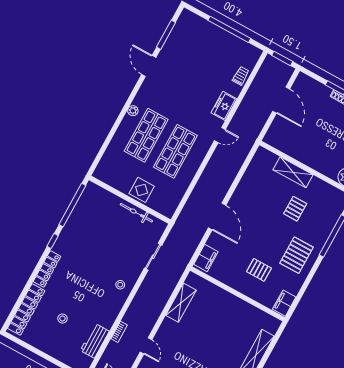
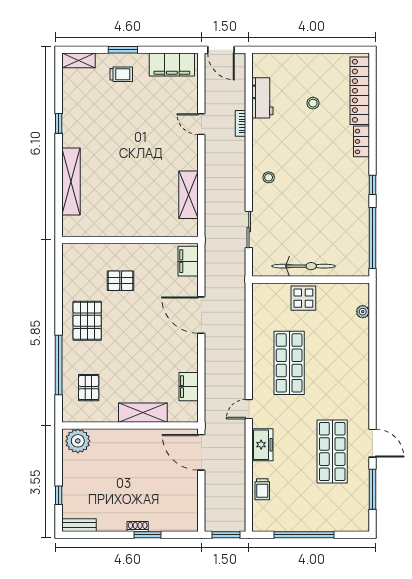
door: (281, 100) -> (201, 452), moved
plant: (133, 111) -> (363, 312), moved
shop shelf: (146, 135) -> (332, 452), moved
pallet: (295, 209) -> (89, 388), moved
bicycle: (136, 213) -> (304, 266), width x1.37, depth x1.40
locker: (47, 269) -> (361, 141), width x0.66
filing cabinet: (284, 303) -> (189, 387), moved, turned 180

